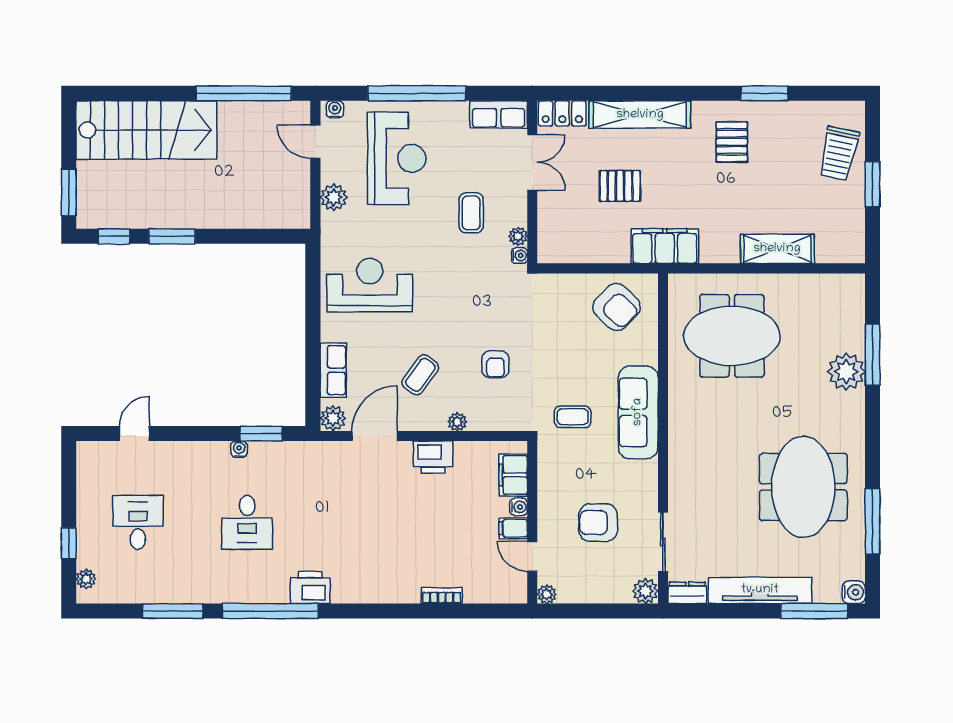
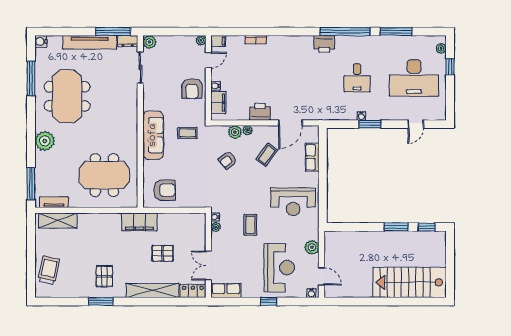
window: (244, 93) -> (359, 302), removed
window: (417, 93) -> (269, 302), width x0.32
window: (764, 93) -> (101, 302), moved
reception desk: (397, 158) -> (279, 268), turned 180
window: (873, 184) -> (31, 254), removed
window: (69, 192) -> (450, 250), removed
coffee table: (471, 213) -> (250, 225), moved
shelving: (777, 249) -> (58, 220), moved
tv unit: (829, 284) -> (54, 202), added
armchair: (617, 307) -> (164, 190), turned 136
window: (873, 355) -> (31, 184), moved
armchair: (495, 364) -> (228, 160), turned -128
plant: (846, 372) -> (45, 141), moved
plant: (333, 418) -> (235, 132), moved
window: (261, 434) -> (370, 124), moved
desk: (138, 522) -> (414, 78), width x1.87, depth x1.30
desk: (247, 522) -> (357, 78), turned 180
armchair: (598, 523) -> (192, 89), moved, turned 90
filing cabinet: (513, 528) -> (218, 41), moved
door: (532, 556) -> (208, 60), hinge flipped
window: (814, 611) -> (113, 32), moved

